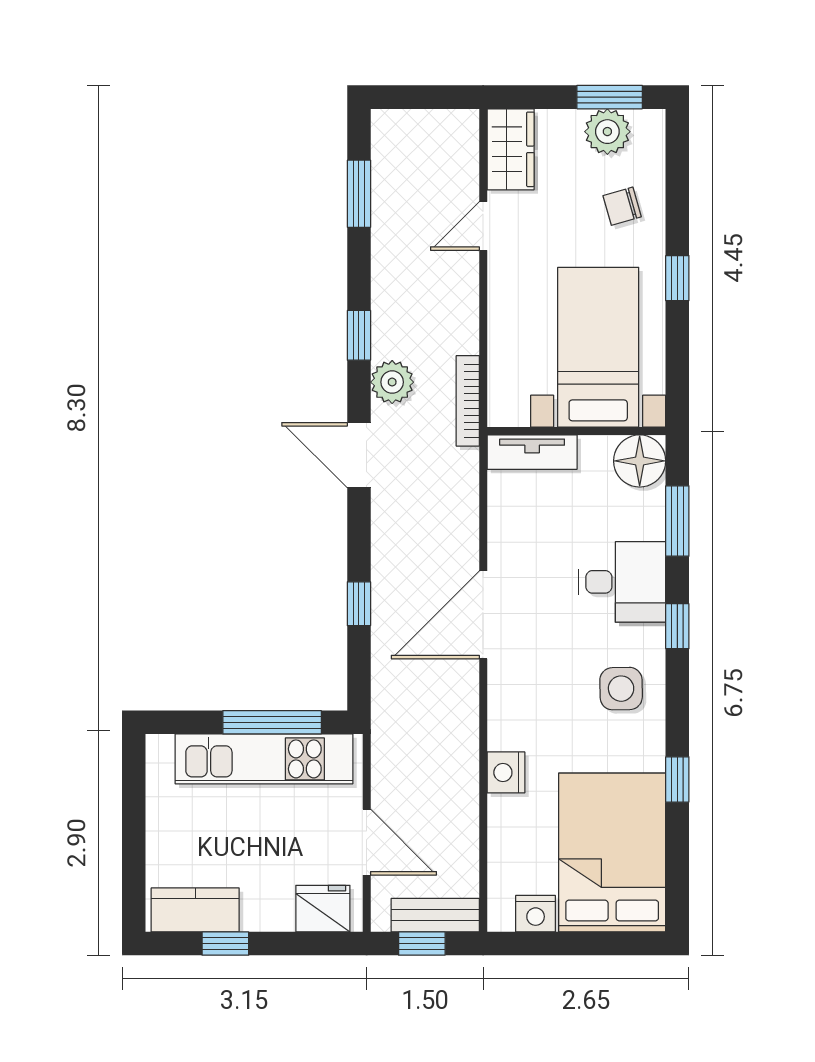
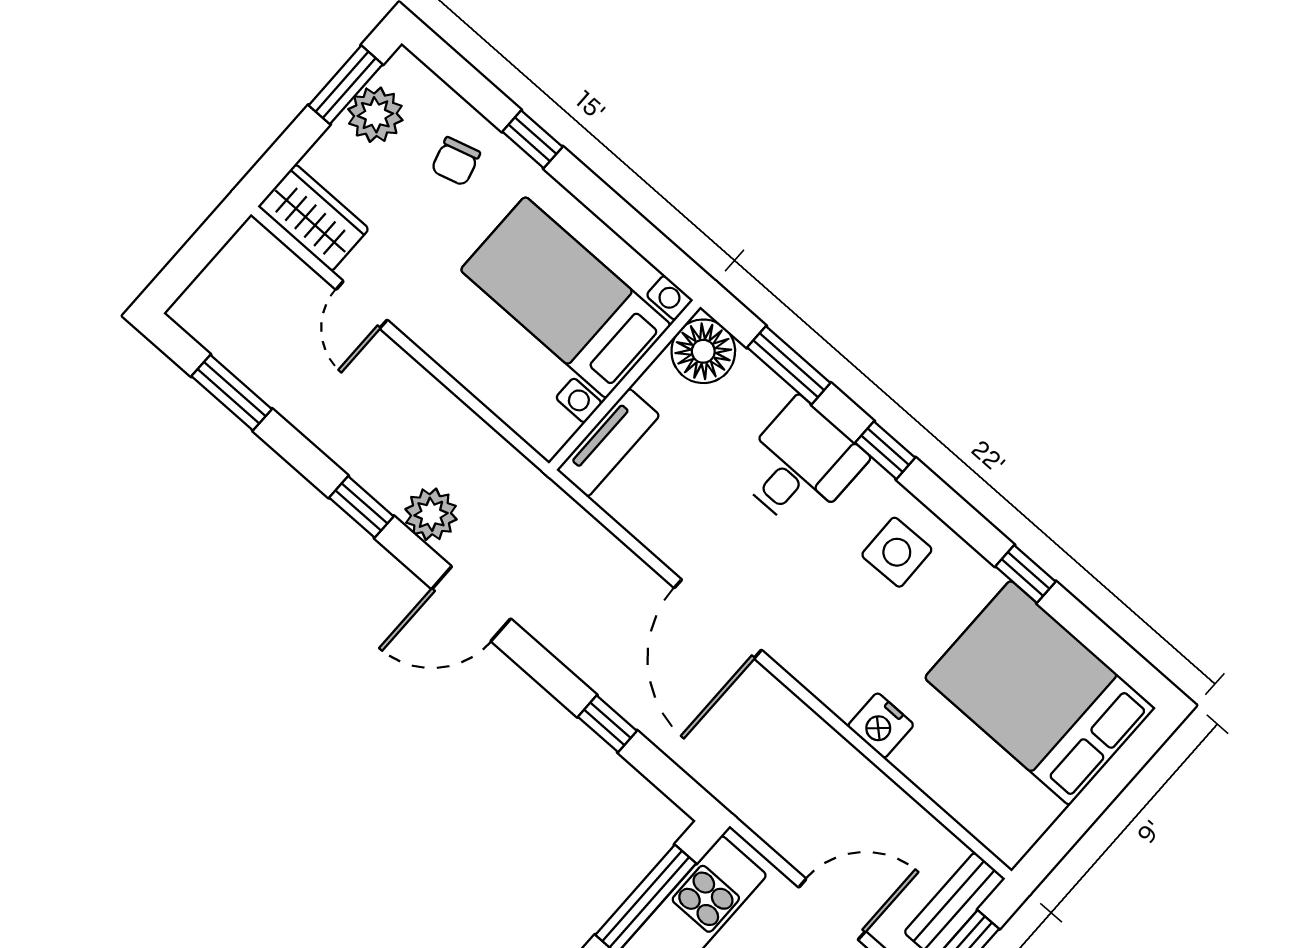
window: (677, 278) -> (532, 139), moved
bookcase: (468, 401) -> (509, 460), removed
nightstand: (536, 914) -> (1034, 812), removed

